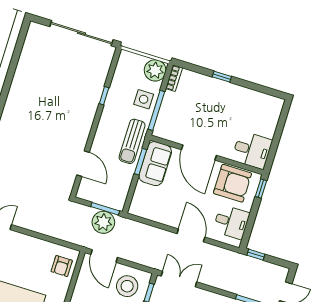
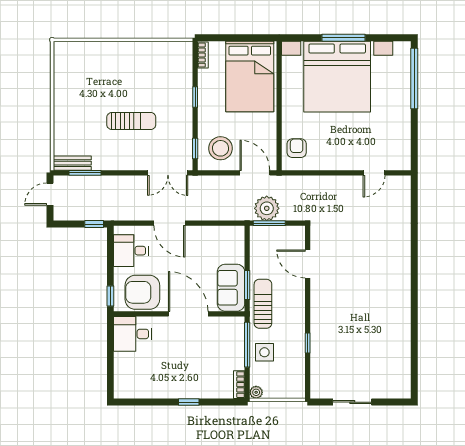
sliding door: (81, 33) -> (352, 402), width x0.54
plant: (155, 70) -> (256, 392), width x0.53, depth x0.53

